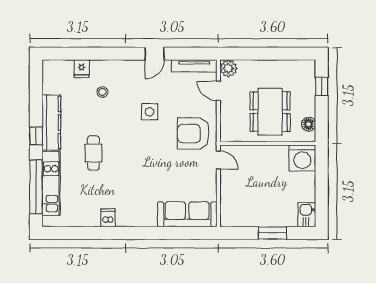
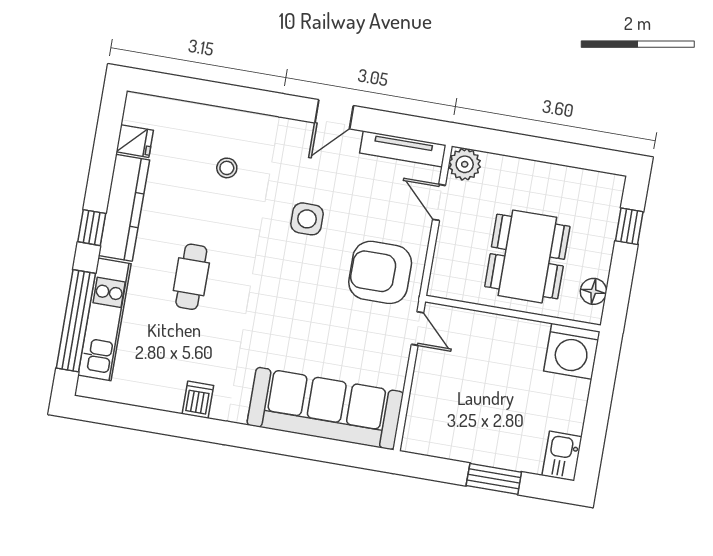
fridge: (82, 69) -> (135, 141), moved, turned -90
sofa: (187, 214) -> (325, 409), width x1.36, depth x1.27

